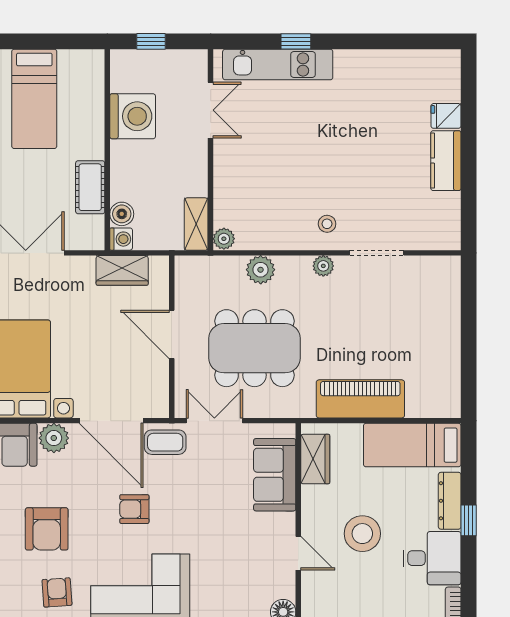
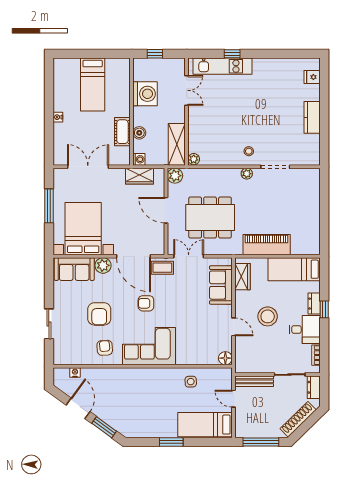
fridge: (446, 116) -> (312, 77), moved
boiler: (122, 214) -> (139, 133), moved
shelving: (196, 224) -> (177, 144), width x1.50, depth x1.33
plant: (261, 270) -> (175, 176), moved
dresser: (450, 501) -> (314, 304), width x0.70

